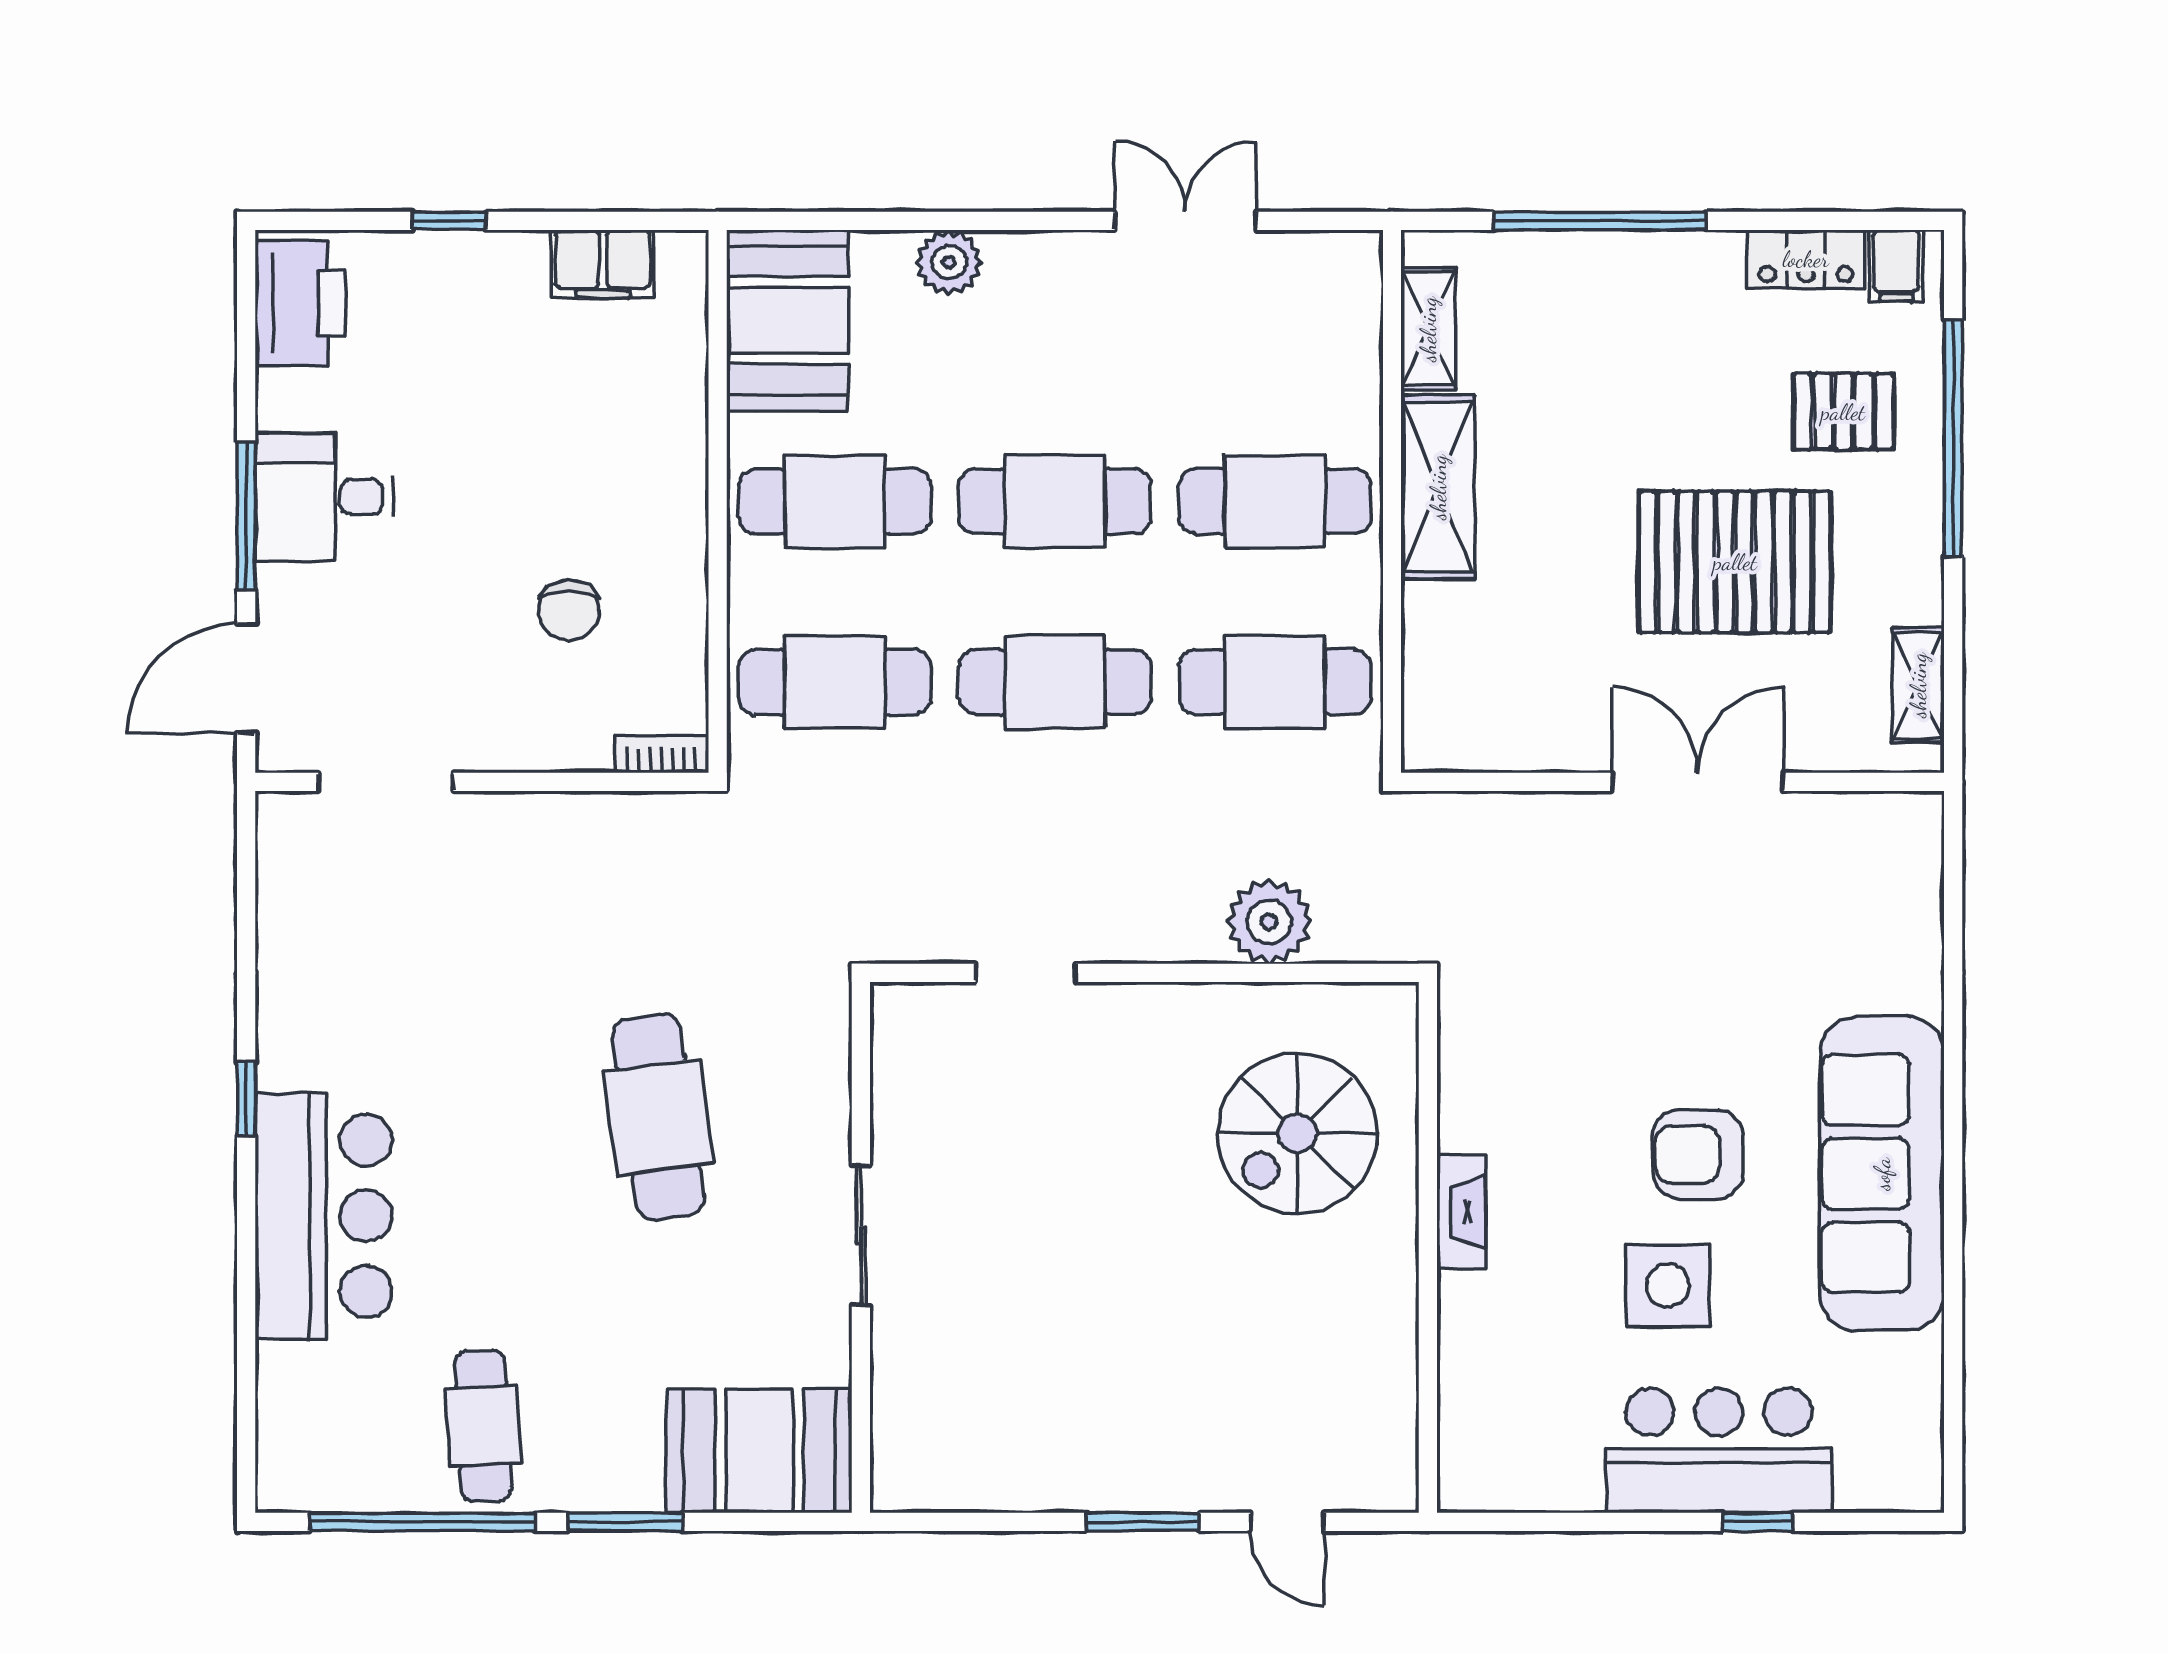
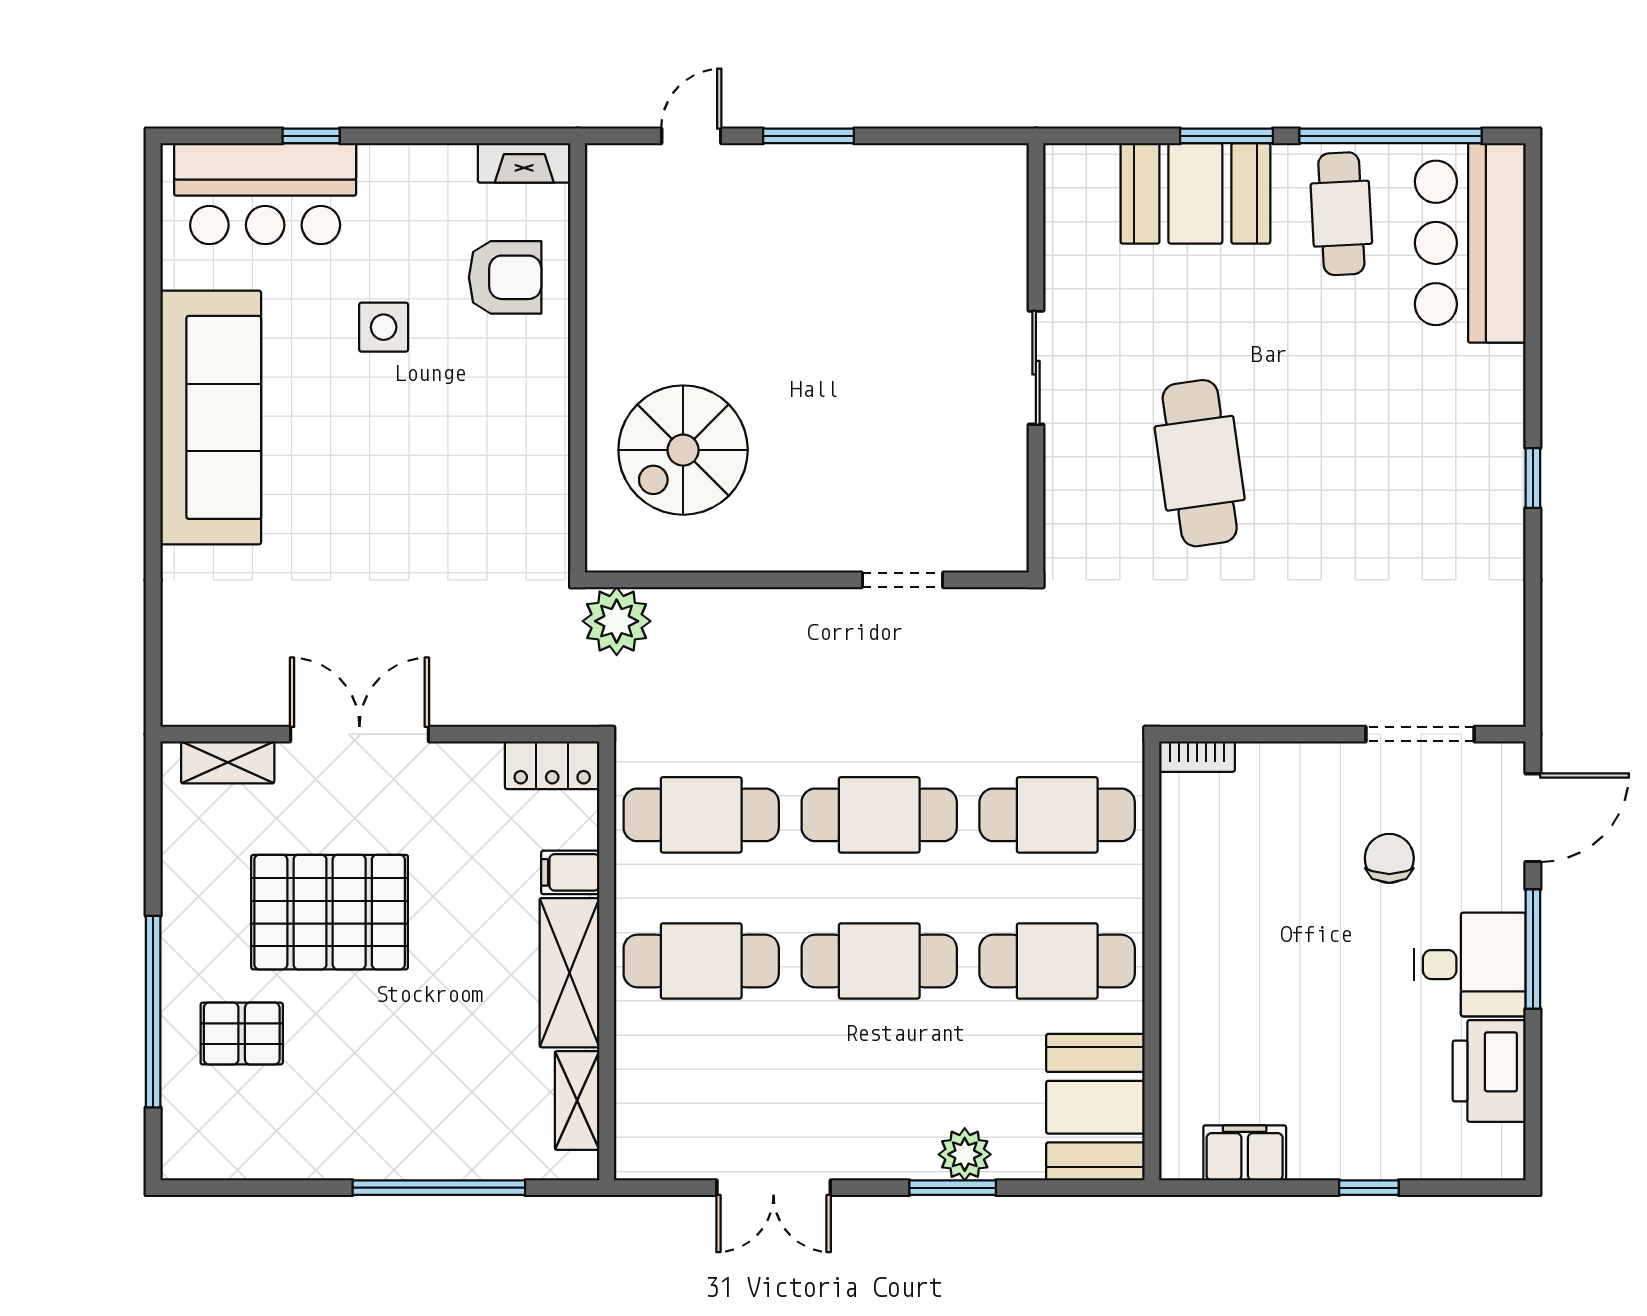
window: (964, 221) -> (953, 1188), added
locker: (1806, 259) -> (552, 765), moved, turned 180
filing cabinet: (1896, 266) -> (570, 872), moved, turned -90
printer: (300, 303) -> (1489, 1071), moved
chair: (569, 610) -> (1389, 858), moved
shelving: (1918, 685) -> (228, 762), moved, turned 90
double door: (1698, 782) -> (359, 734), swing flipped
plant: (1269, 922) -> (617, 621), moved
spiral stairs: (1297, 1133) -> (683, 450), turned 180
armchair: (1698, 1154) -> (505, 277), moved
fireplace: (1461, 1212) -> (524, 163), moved, turned -90
bar counter: (324, 1216) -> (1470, 243), moved
side table: (1668, 1285) -> (384, 327), width x0.73, depth x0.73
bar counter: (1719, 1450) -> (265, 194), moved
booth: (759, 1451) -> (1195, 193), moved
door: (1287, 1522) -> (691, 136), hinge flipped

